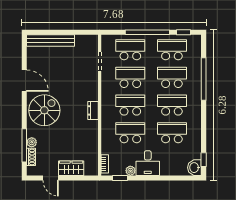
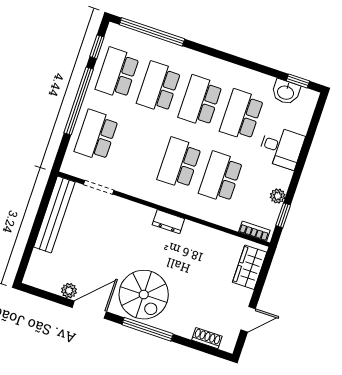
bench: (51, 41) -> (54, 214), moved
school desk: (130, 77) -> (138, 149), removed
window: (204, 79) -> (152, 32), moved
spiral stairs: (44, 110) -> (144, 295), turned 180
plant: (32, 142) -> (69, 291), moved
window: (24, 145) -> (148, 329), moved
desk: (148, 163) -> (281, 147), moved
wardrobe: (71, 168) -> (250, 267), moved
washbasin: (194, 168) -> (286, 92), moved

